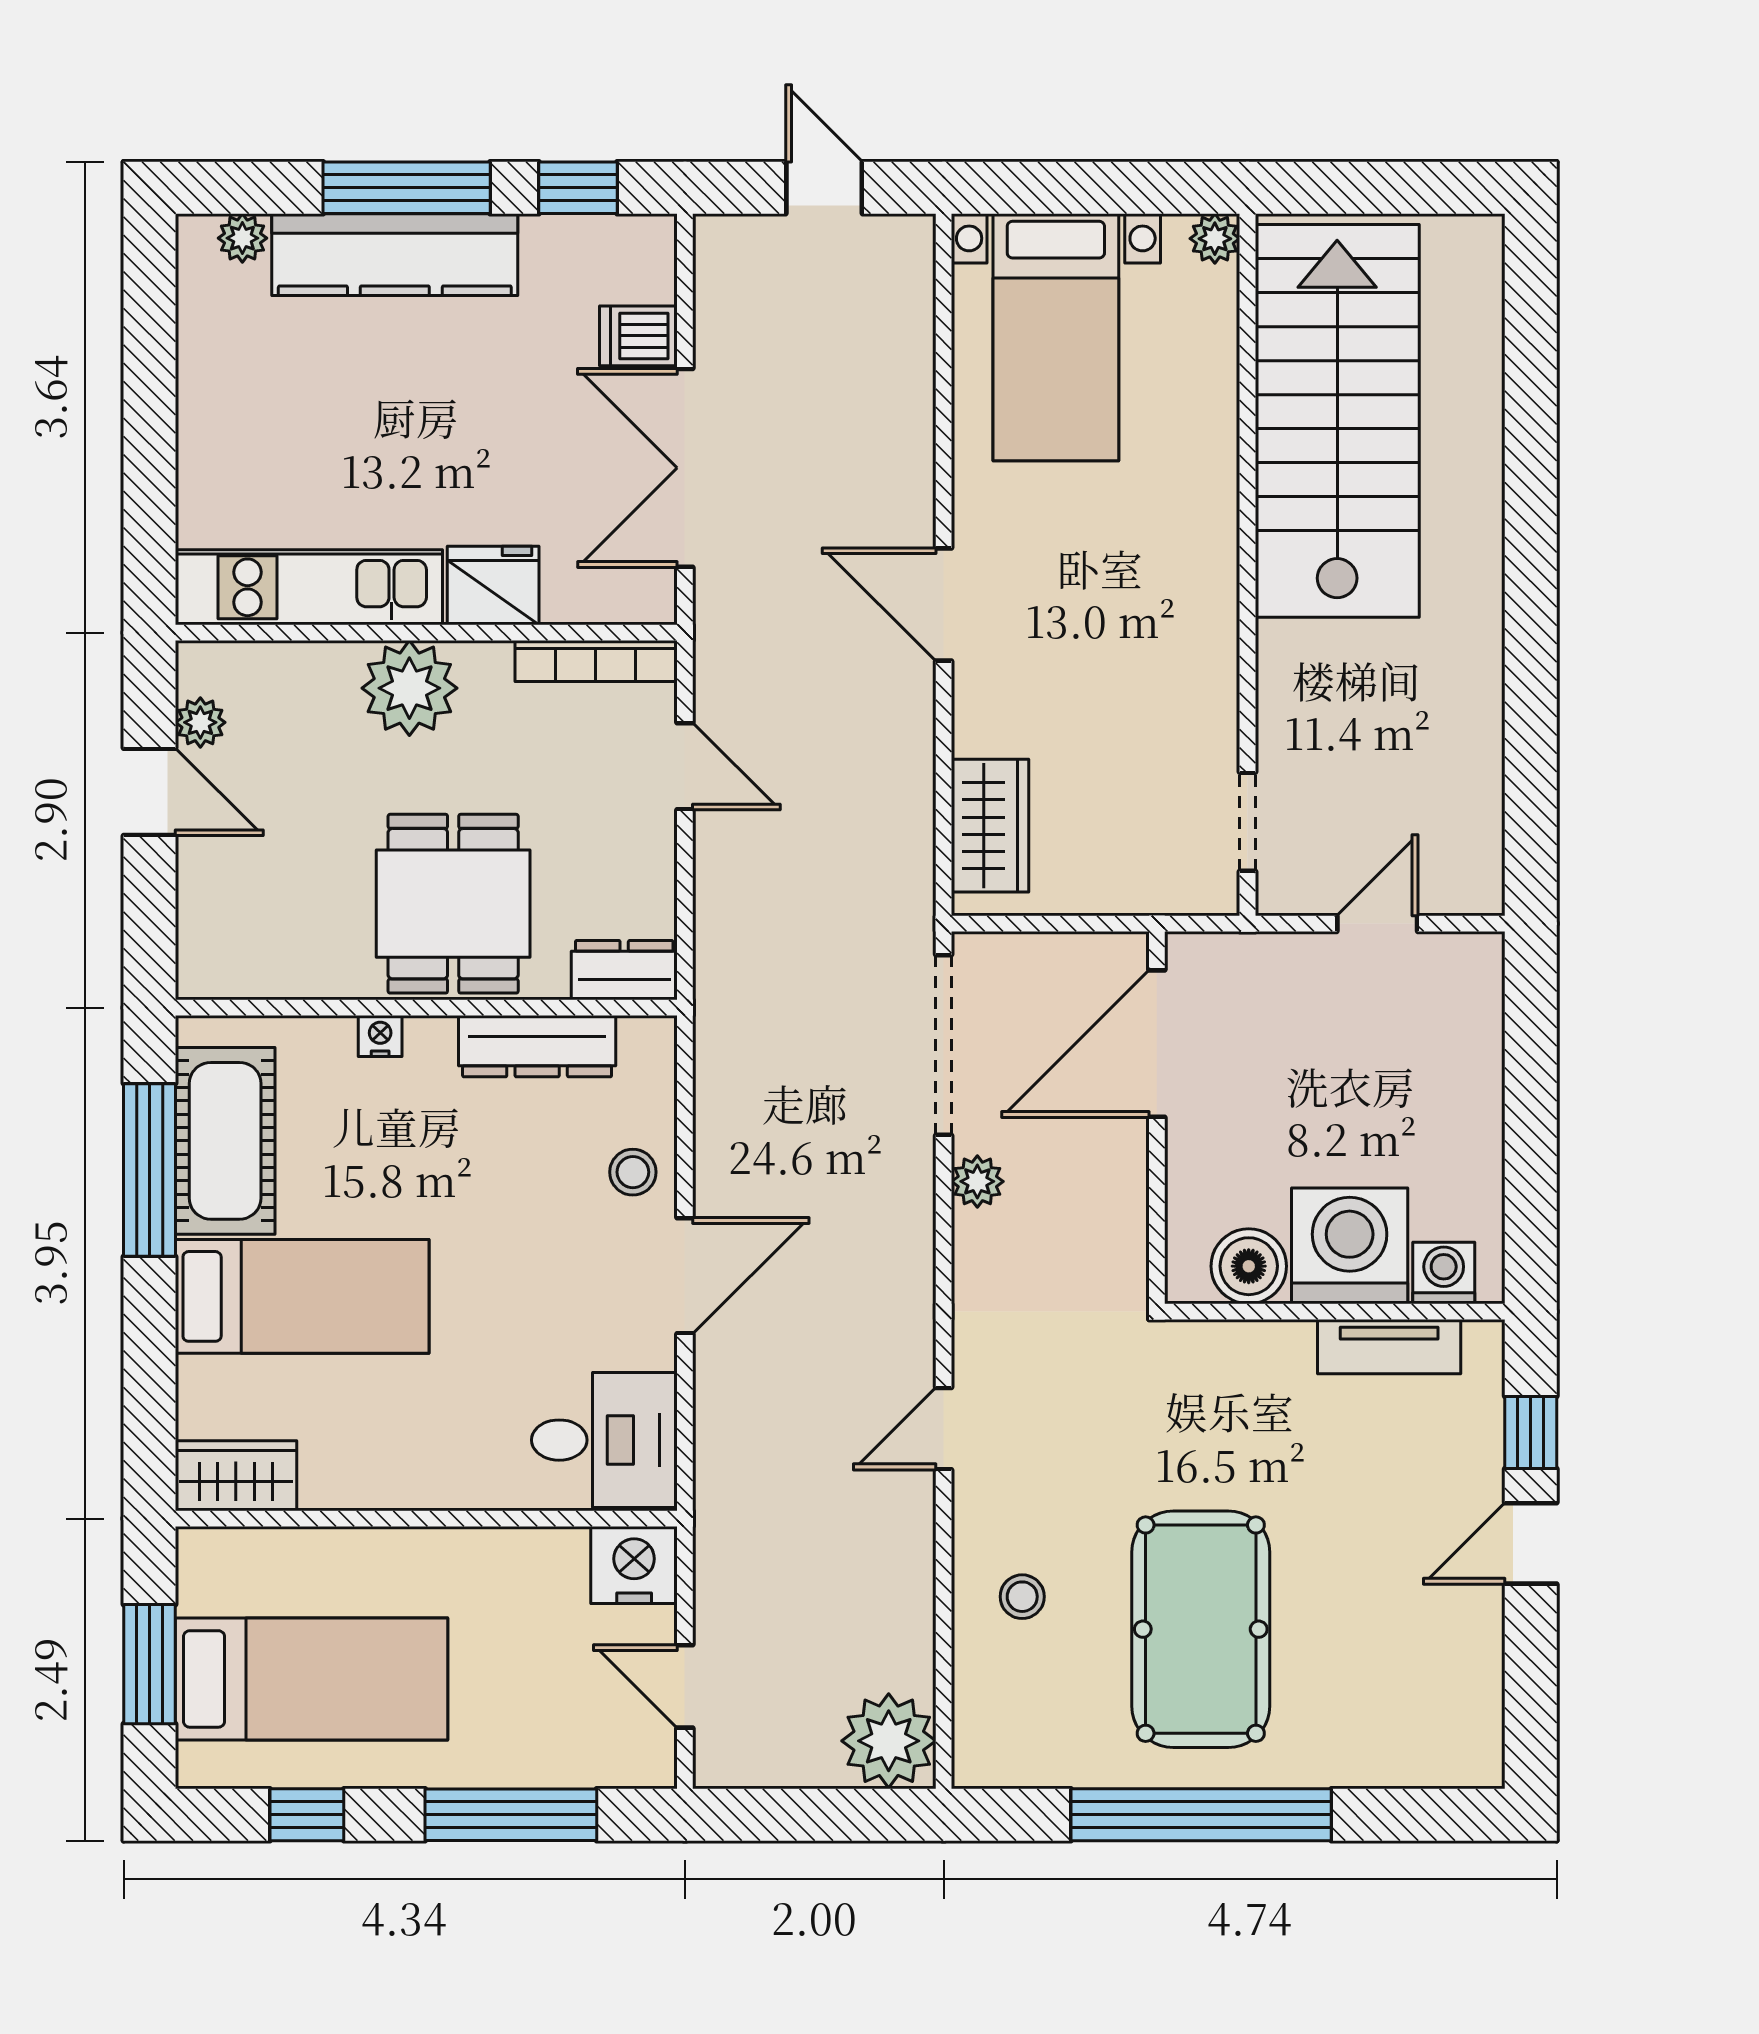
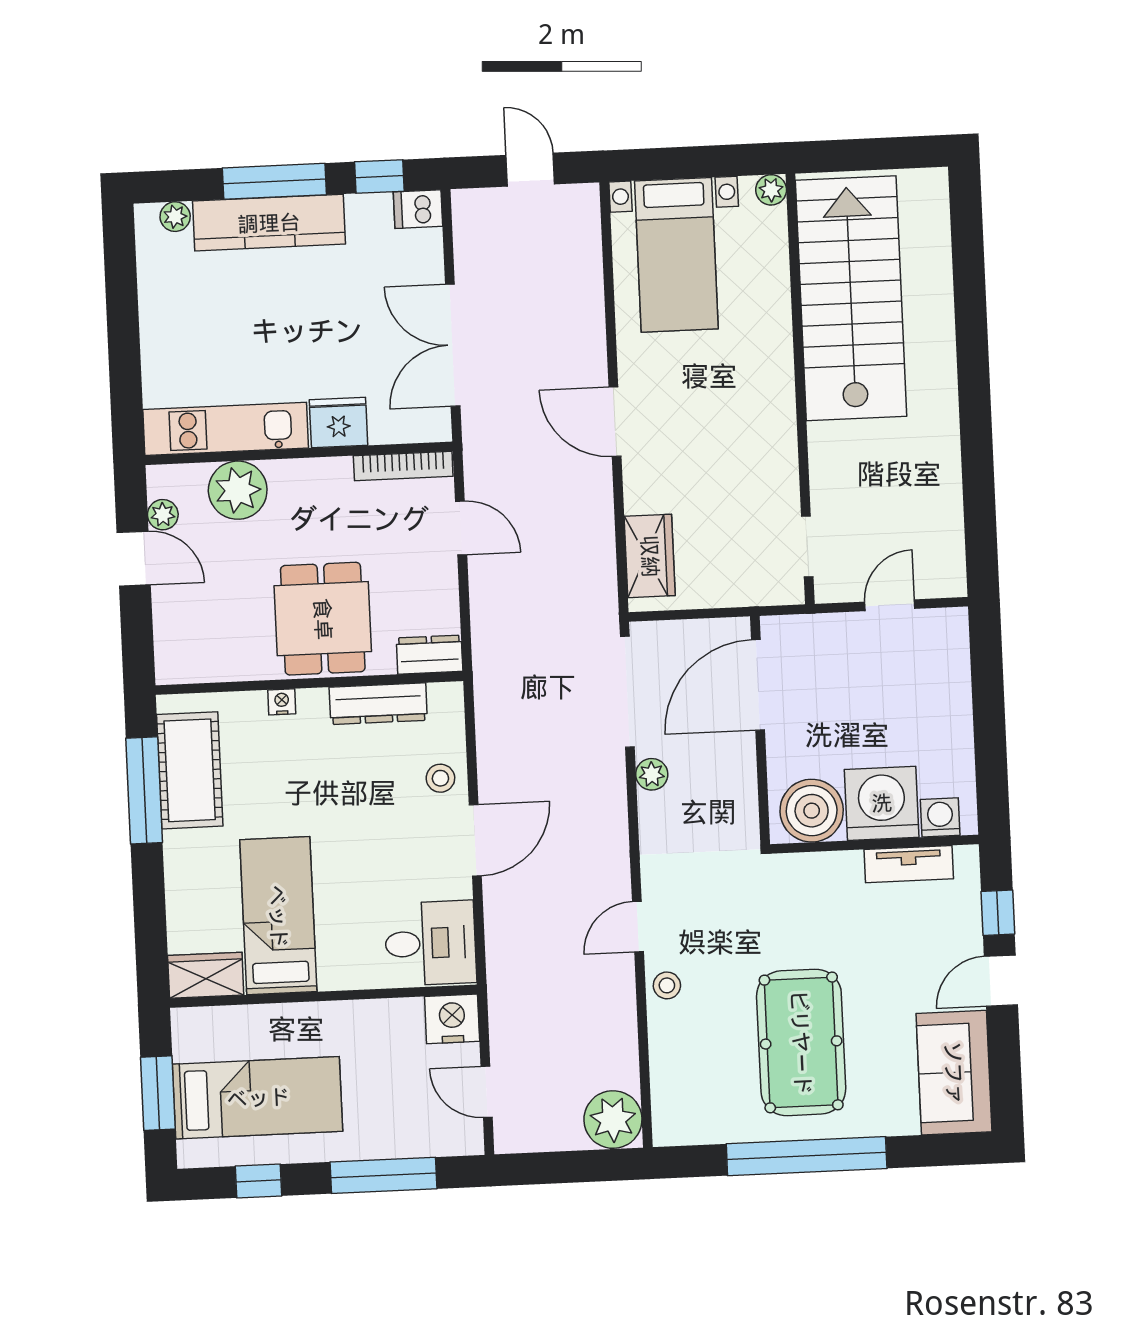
dishwasher: (638, 336) -> (418, 209), moved
plant: (409, 688) -> (238, 490), moved
boiler: (1249, 1266) -> (812, 811), width x1.37, depth x1.37
bed: (302, 1296) -> (278, 916), moved, turned -90
stool: (1022, 1597) -> (667, 985), moved
sofa: (1447, 1690) -> (954, 1073), added

